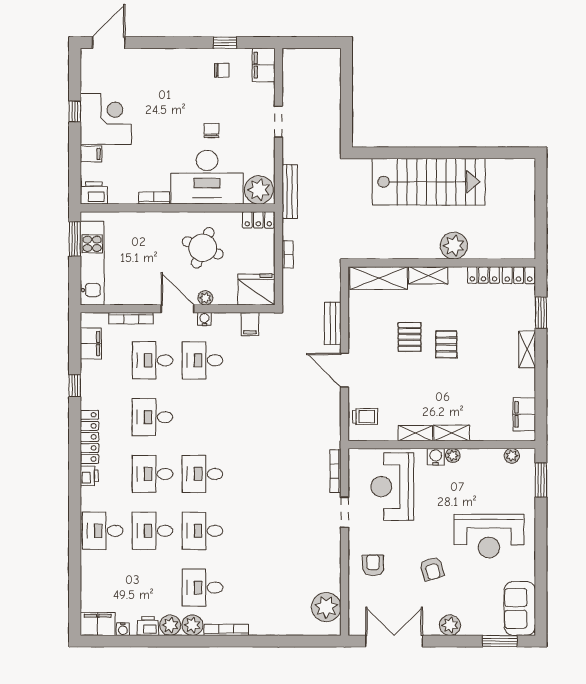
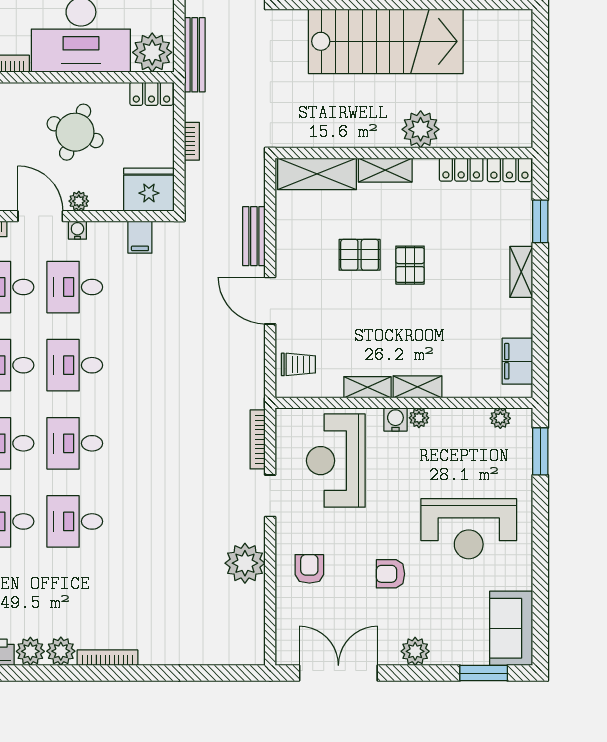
pallet: (410, 337) -> (360, 255), turned 90
armchair: (432, 569) -> (390, 574), turned 107
desk: (203, 588) -> (75, 365), moved
plant: (326, 607) -> (245, 563), moved

